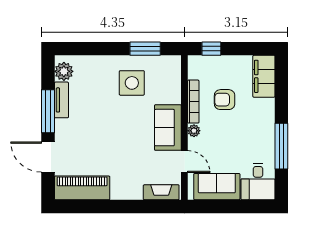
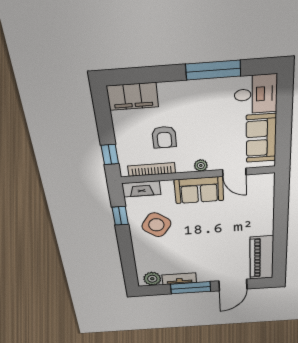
window: (145, 49) -> (120, 216), width x0.67
side table: (132, 83) -> (156, 225), turned 36
bookcase: (193, 102) -> (152, 169), moved
door: (184, 162) -> (234, 172), swing flipped
fireplace: (161, 192) -> (141, 189), moved, turned -90

